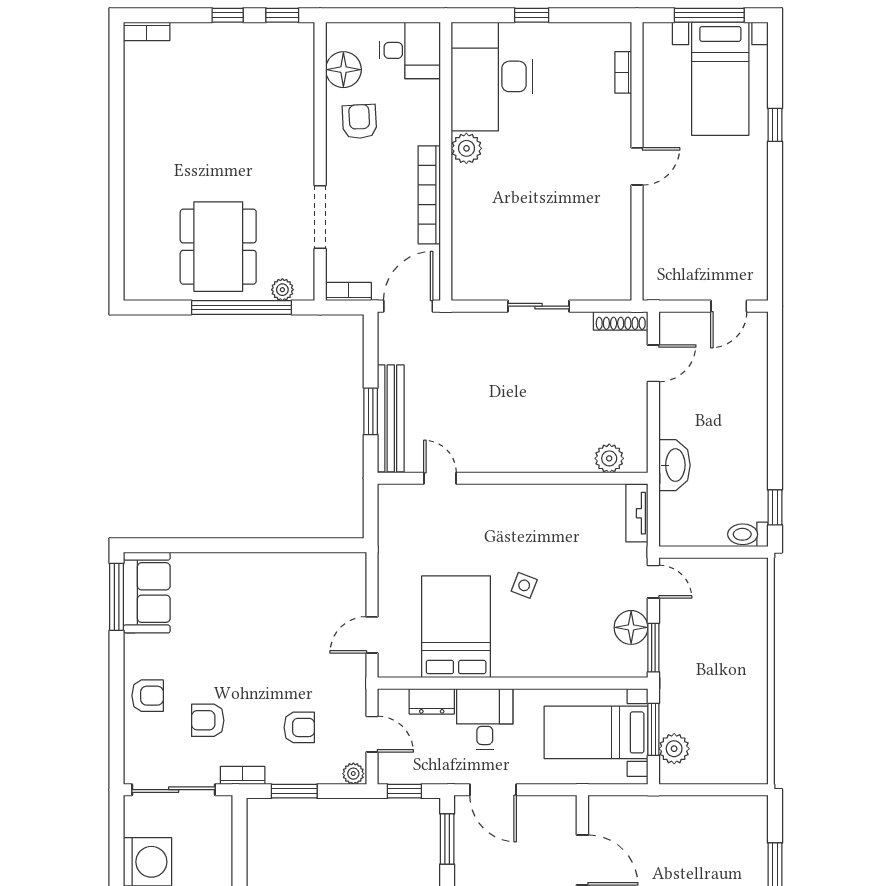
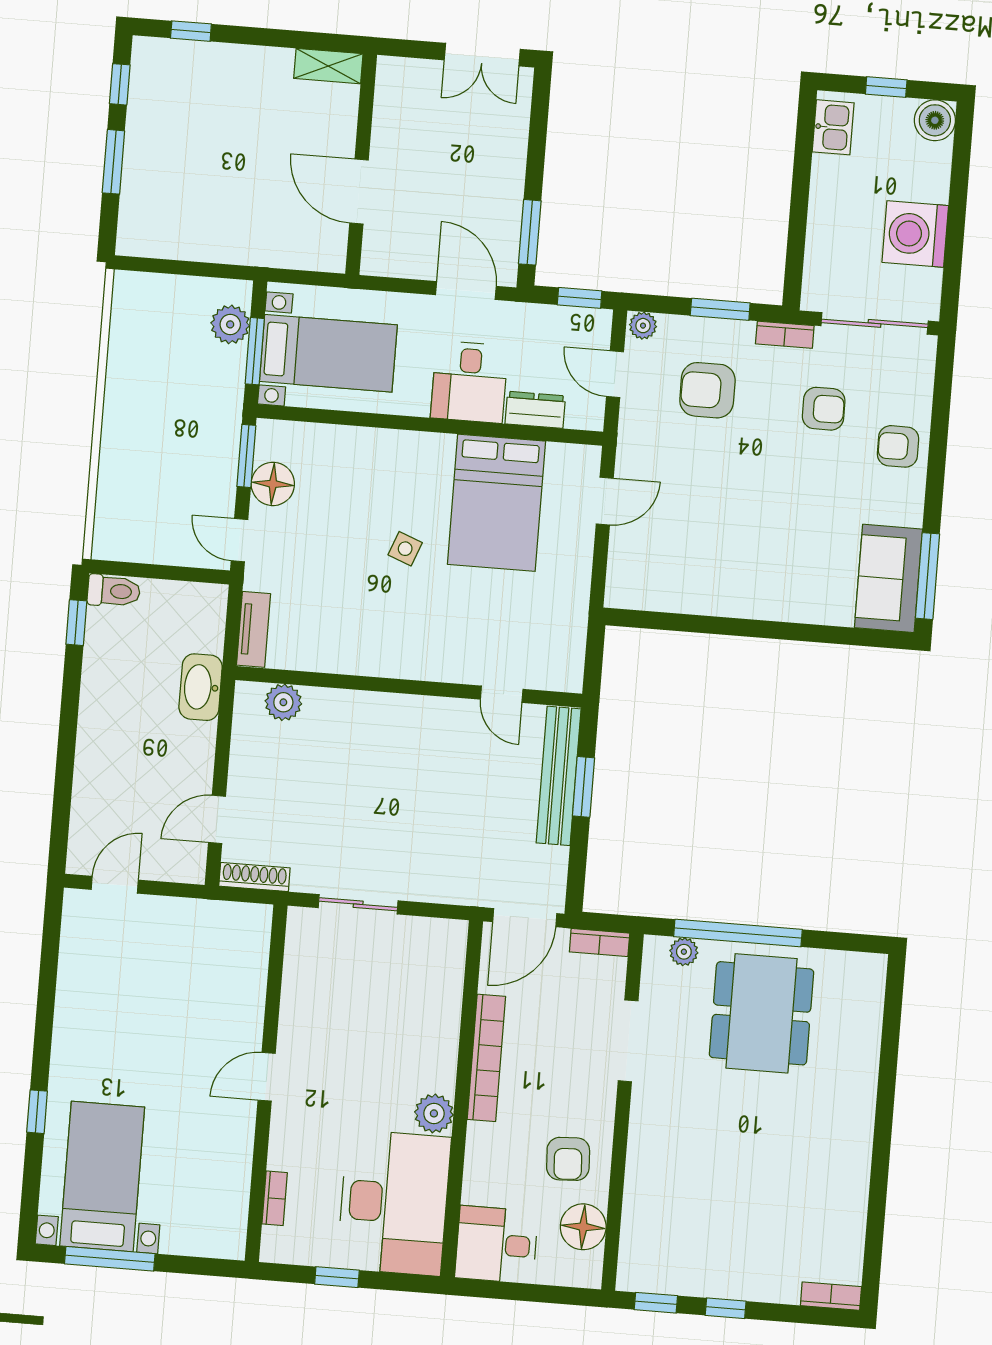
bookcase: (623, 72) -> (275, 1198), moved
wall: (637, 161) -> (266, 1083), moved
door: (637, 166) -> (267, 1077), moved
armchair: (299, 727) -> (707, 390), width x1.38, depth x1.38

